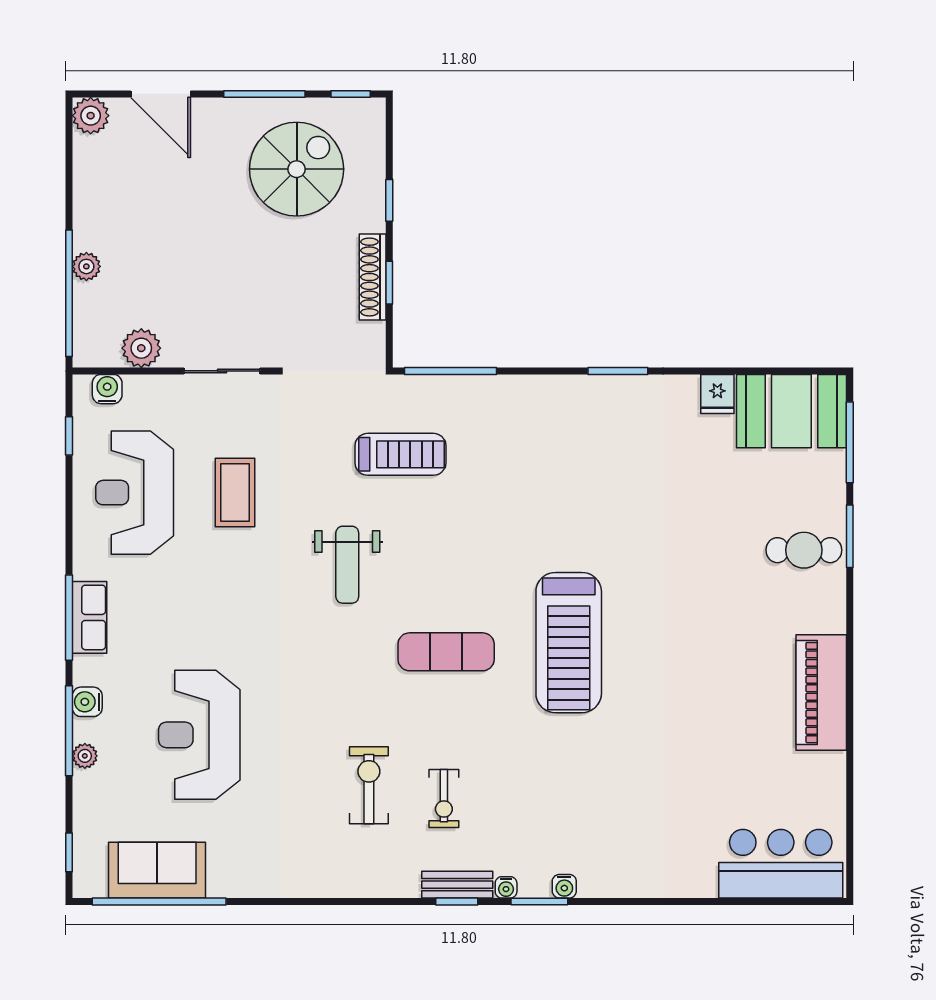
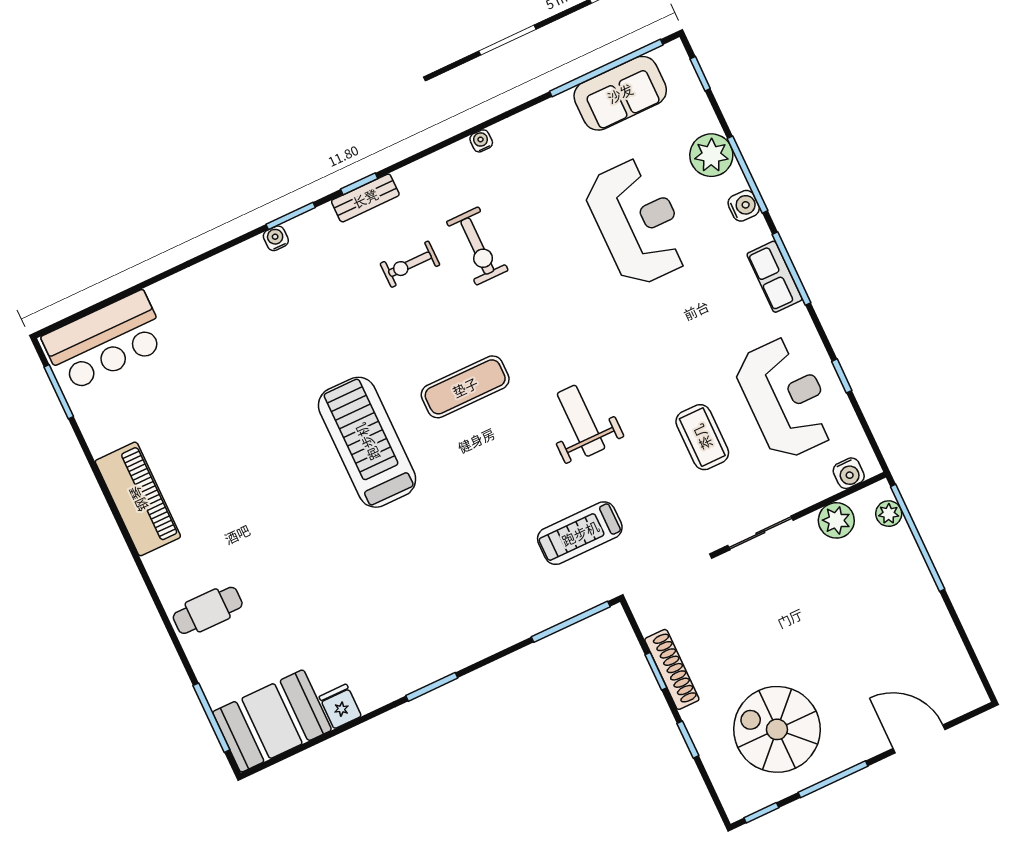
plant: (91, 116) -> (969, 694), removed
spiral stairs: (297, 169) -> (777, 729), turned 90
plant: (86, 266) -> (889, 514), moved
window: (69, 436) -> (842, 376), moved
window: (850, 536) -> (59, 392), moved
plant: (85, 756) -> (711, 155), width x1.87, depth x1.87
exercise bike: (444, 799) -> (410, 264), turned -90
water cooler: (506, 887) -> (481, 141), moved

